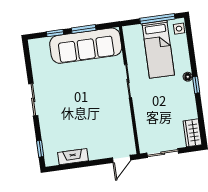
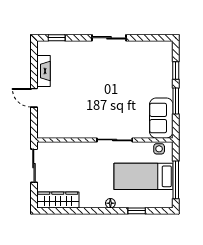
side table: (179, 29) -> (159, 149), moved
sofa: (86, 46) -> (161, 118), width x0.54, depth x0.79
window: (196, 85) -> (137, 211), moved
wardrobe: (192, 133) -> (58, 200), width x1.50
door: (122, 159) -> (34, 98), moved

